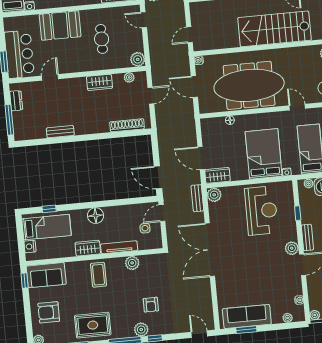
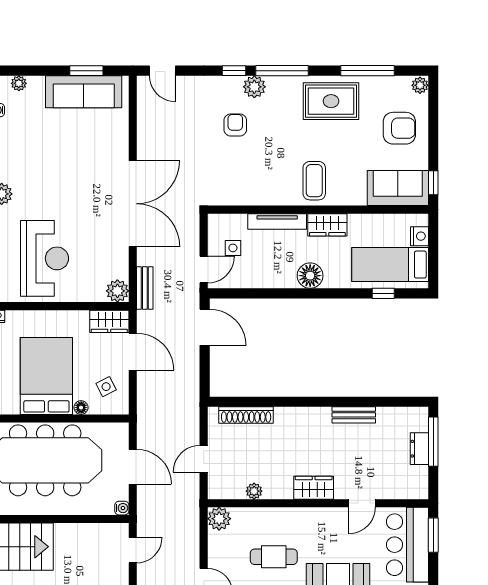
cafe table: (102, 39) -> (274, 557), turned 90
plant: (129, 77) -> (254, 491), moved
wardrobe: (99, 82) -> (314, 488), moved
dresser: (16, 101) -> (419, 449), moved
side table: (216, 135) -> (106, 387), added
bed: (264, 154) -> (46, 376), moved, turned 180
reception desk: (261, 211) -> (45, 258), turned 180
plant: (132, 263) -> (259, 194), removed

